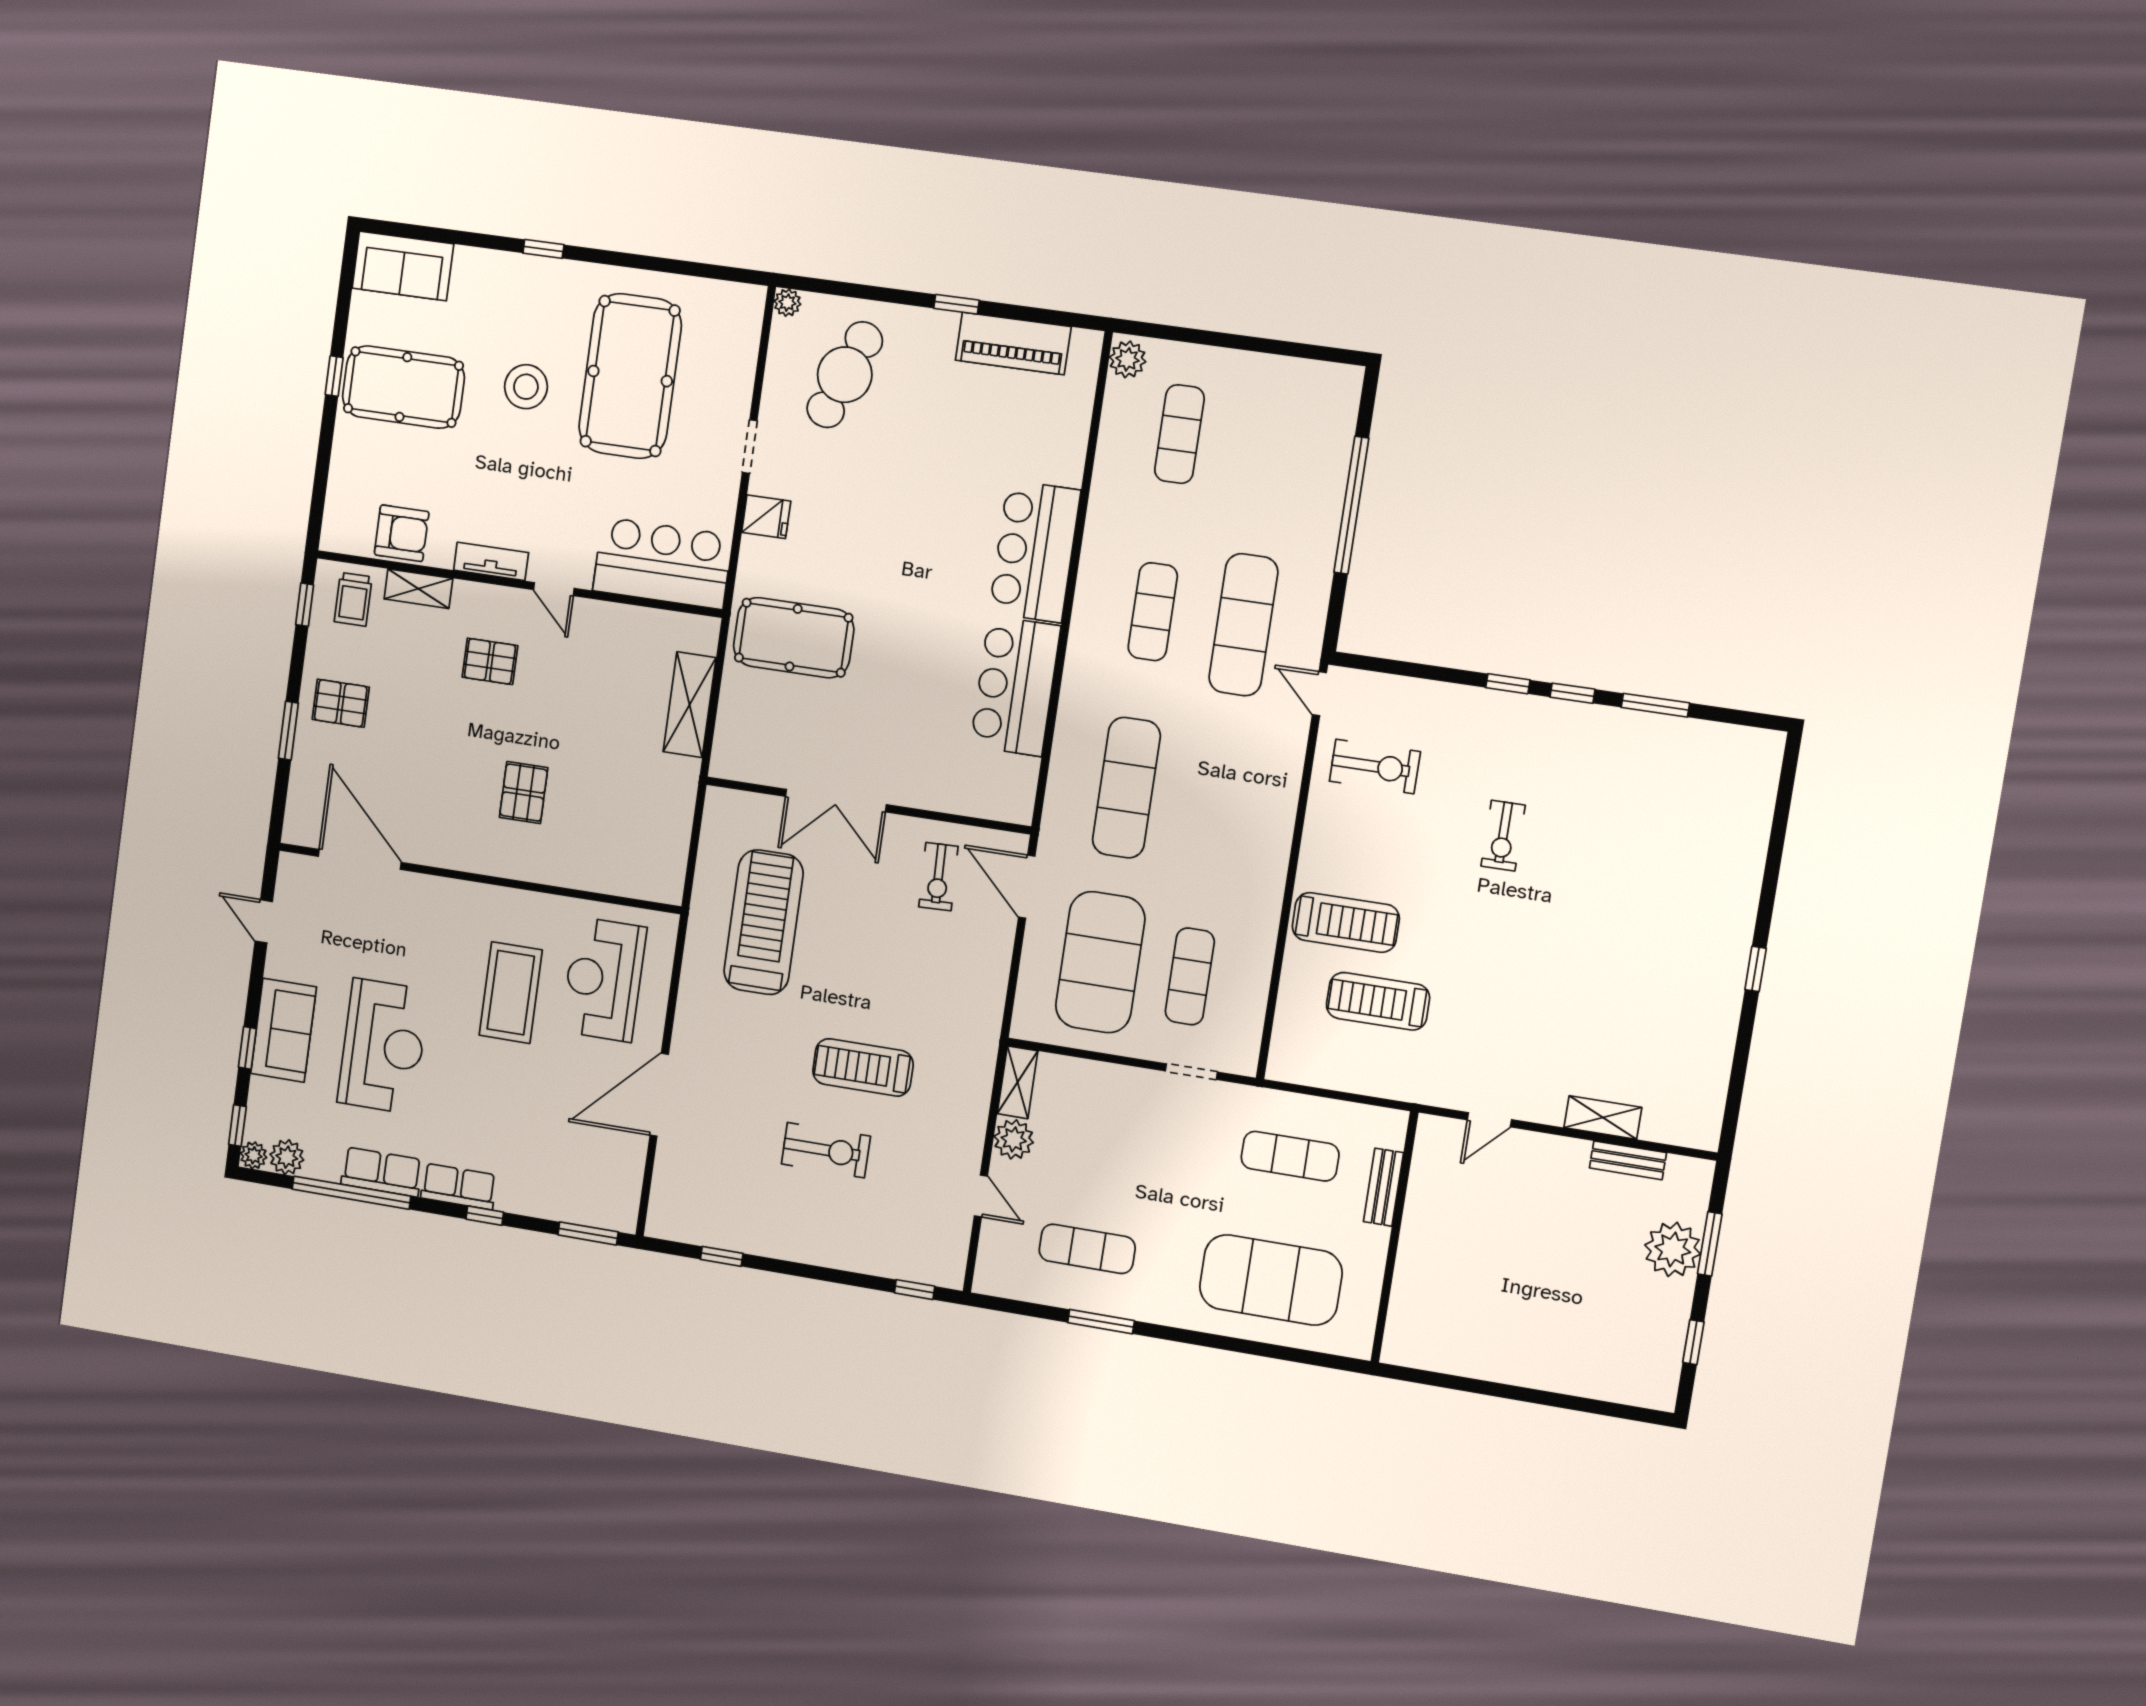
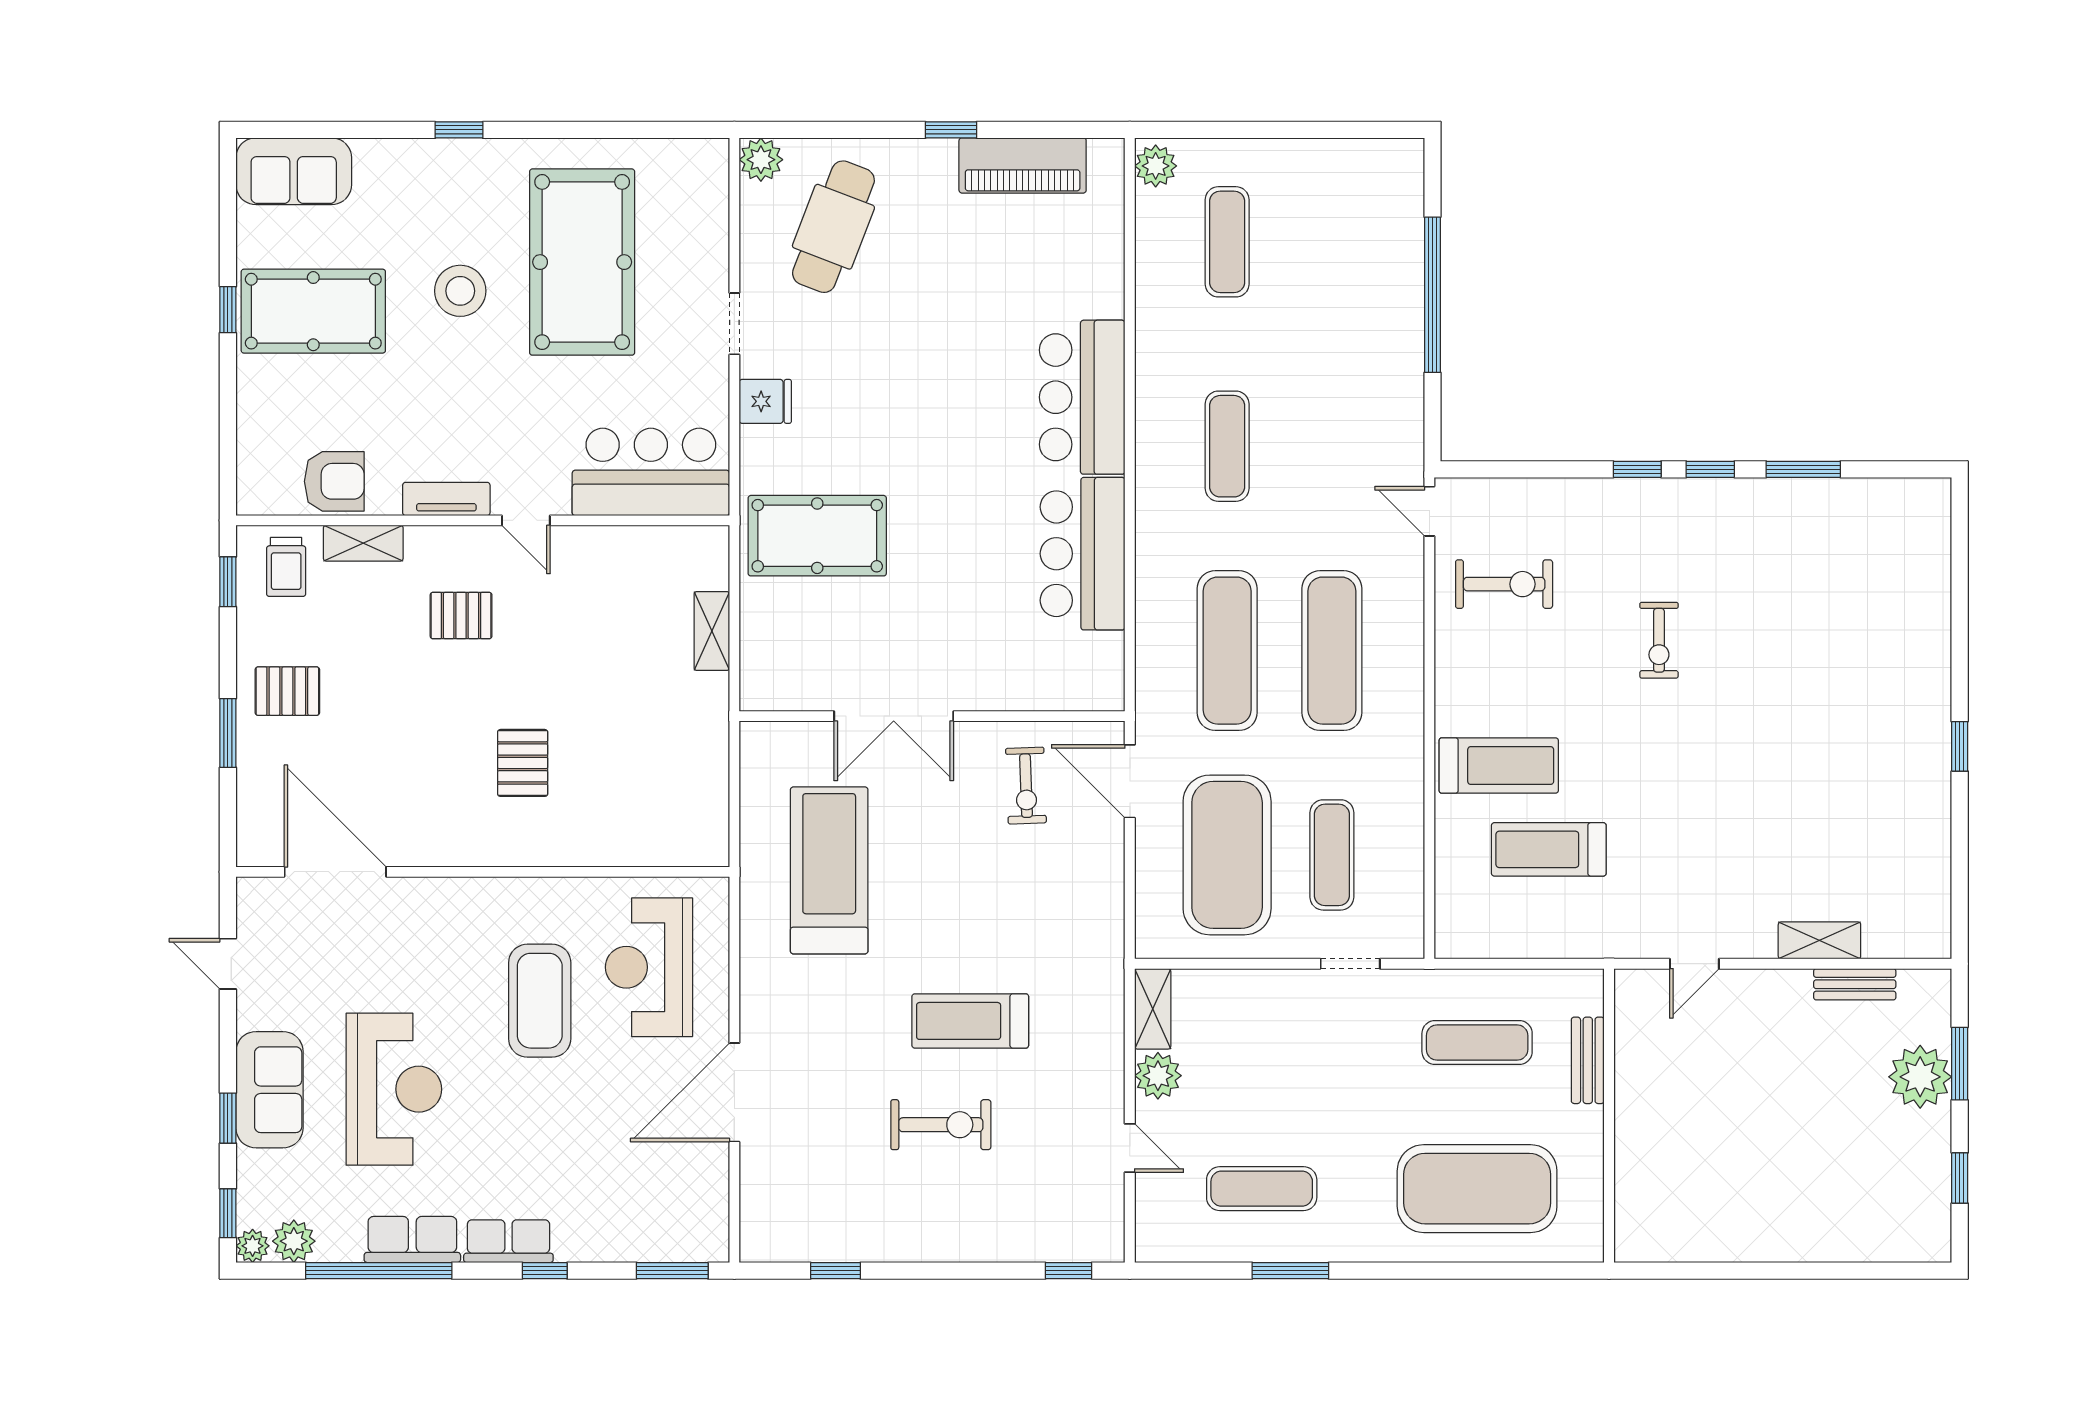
plant: (787, 303) -> (761, 160), width x1.38, depth x1.38
exercise mat: (1243, 625) -> (1332, 651), moved
shelving: (690, 705) -> (712, 631), width x0.67, depth x0.75

